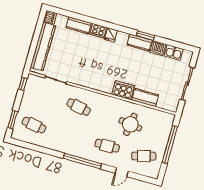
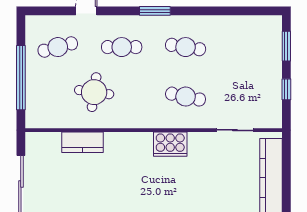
window: (23, 84) -> (286, 89), moved
cooker: (123, 90) -> (170, 144), moved
cafe table: (34, 125) -> (186, 47), moved
window: (82, 161) -> (155, 11), width x0.47

